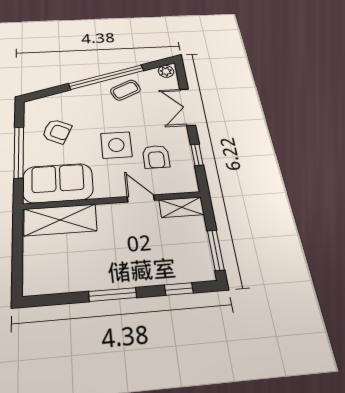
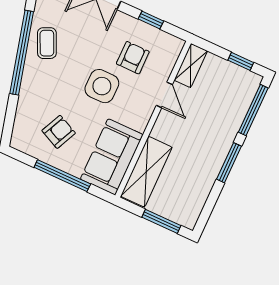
armchair: (156, 157) -> (133, 58), turned -90
door: (141, 198) -> (164, 95), swing flipped
window: (216, 250) -> (241, 61), width x0.67
window: (17, 260) -> (161, 221), added
window: (179, 289) -> (253, 110), width x2.17

